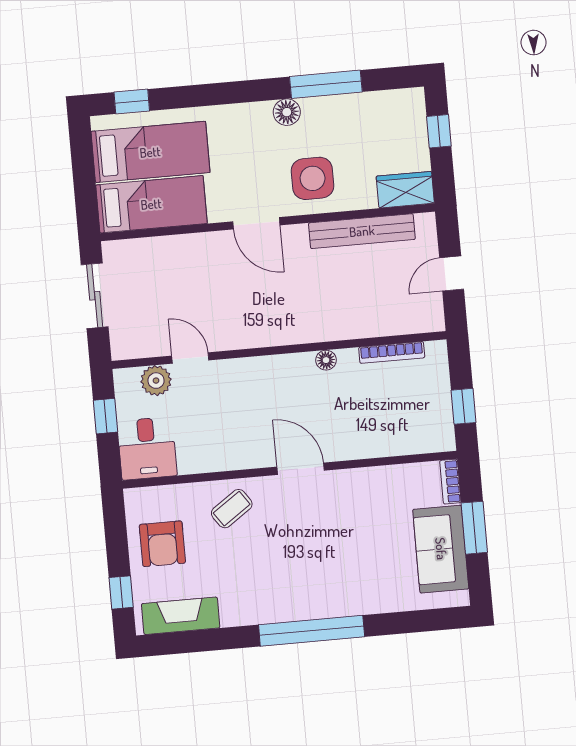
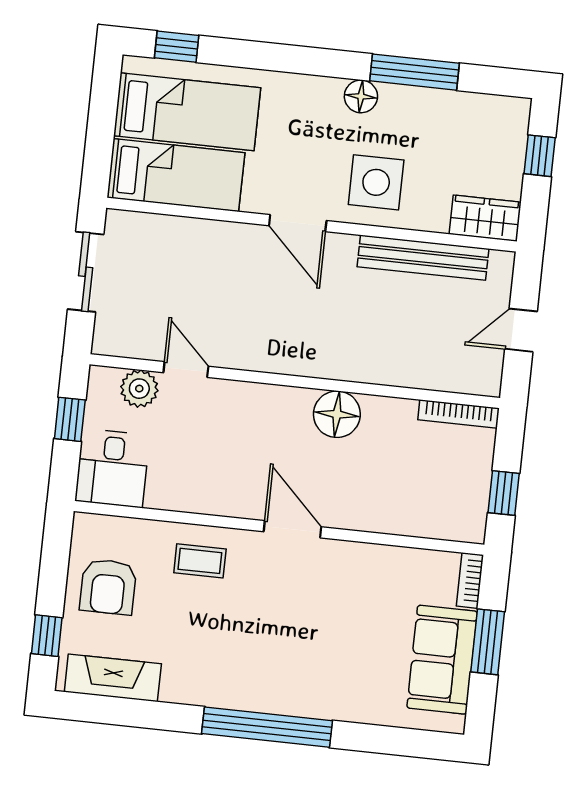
bookcase: (392, 352) -> (458, 414), moved
floor lamp: (326, 360) -> (337, 414), width x1.89, depth x1.89
coffee table: (232, 509) -> (200, 561), turned 35

